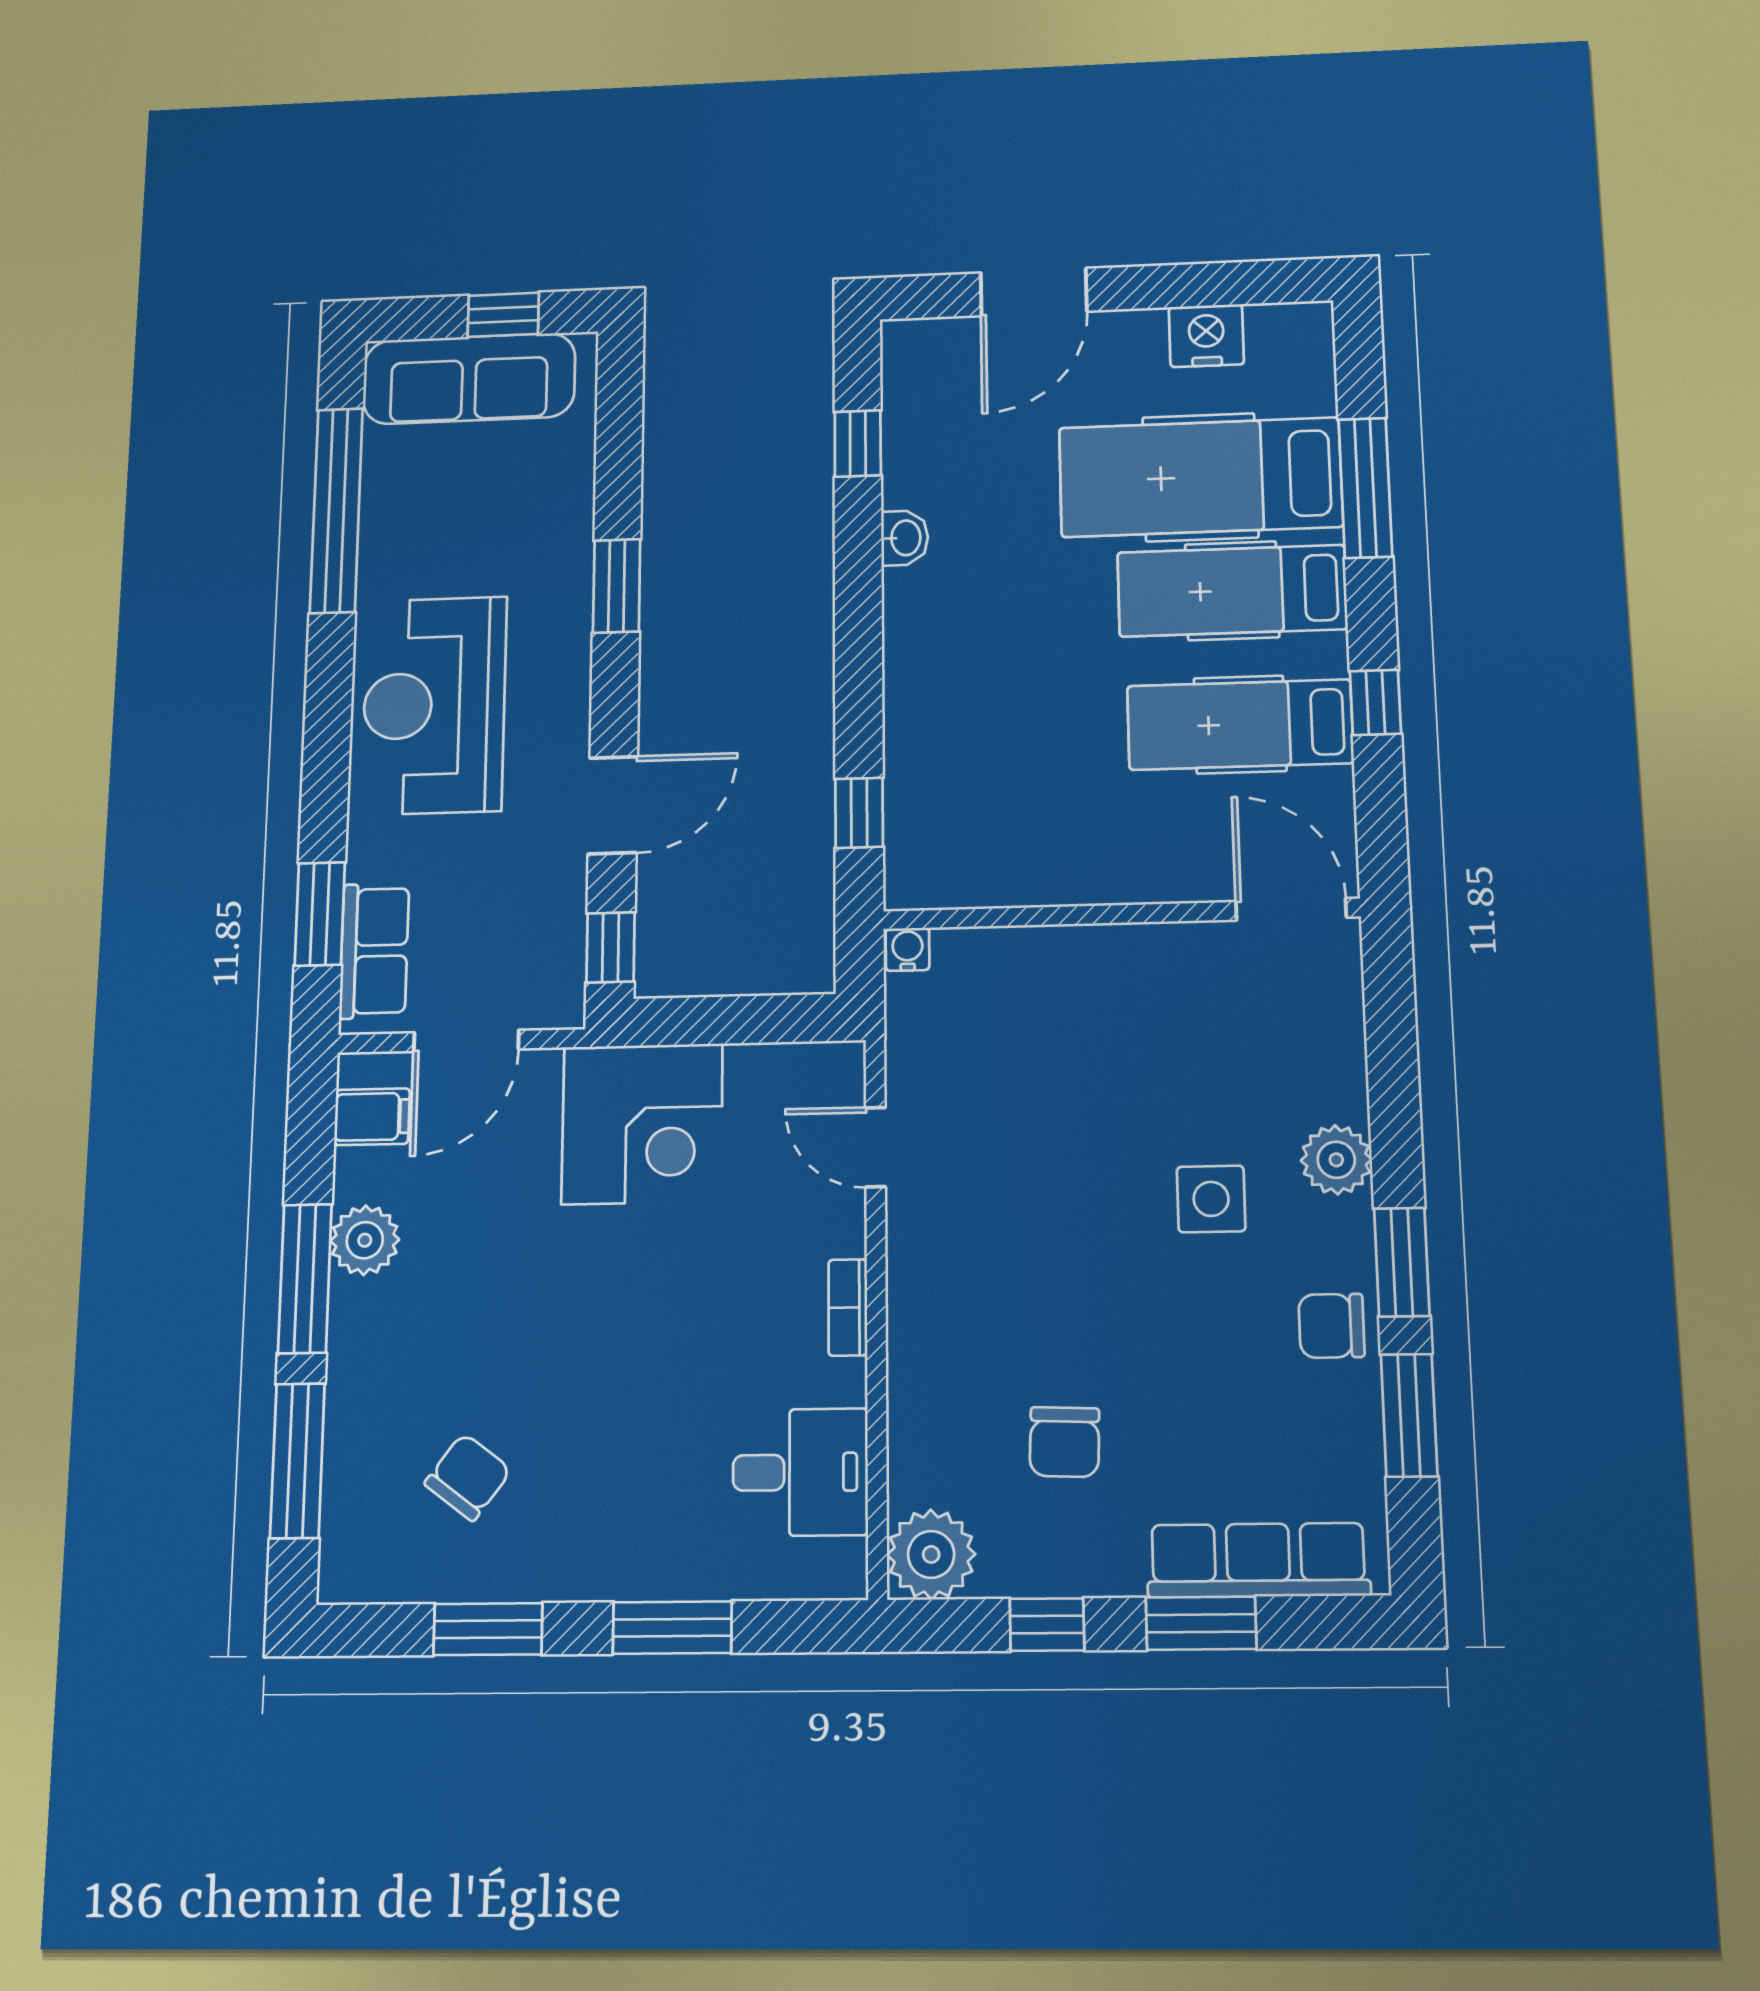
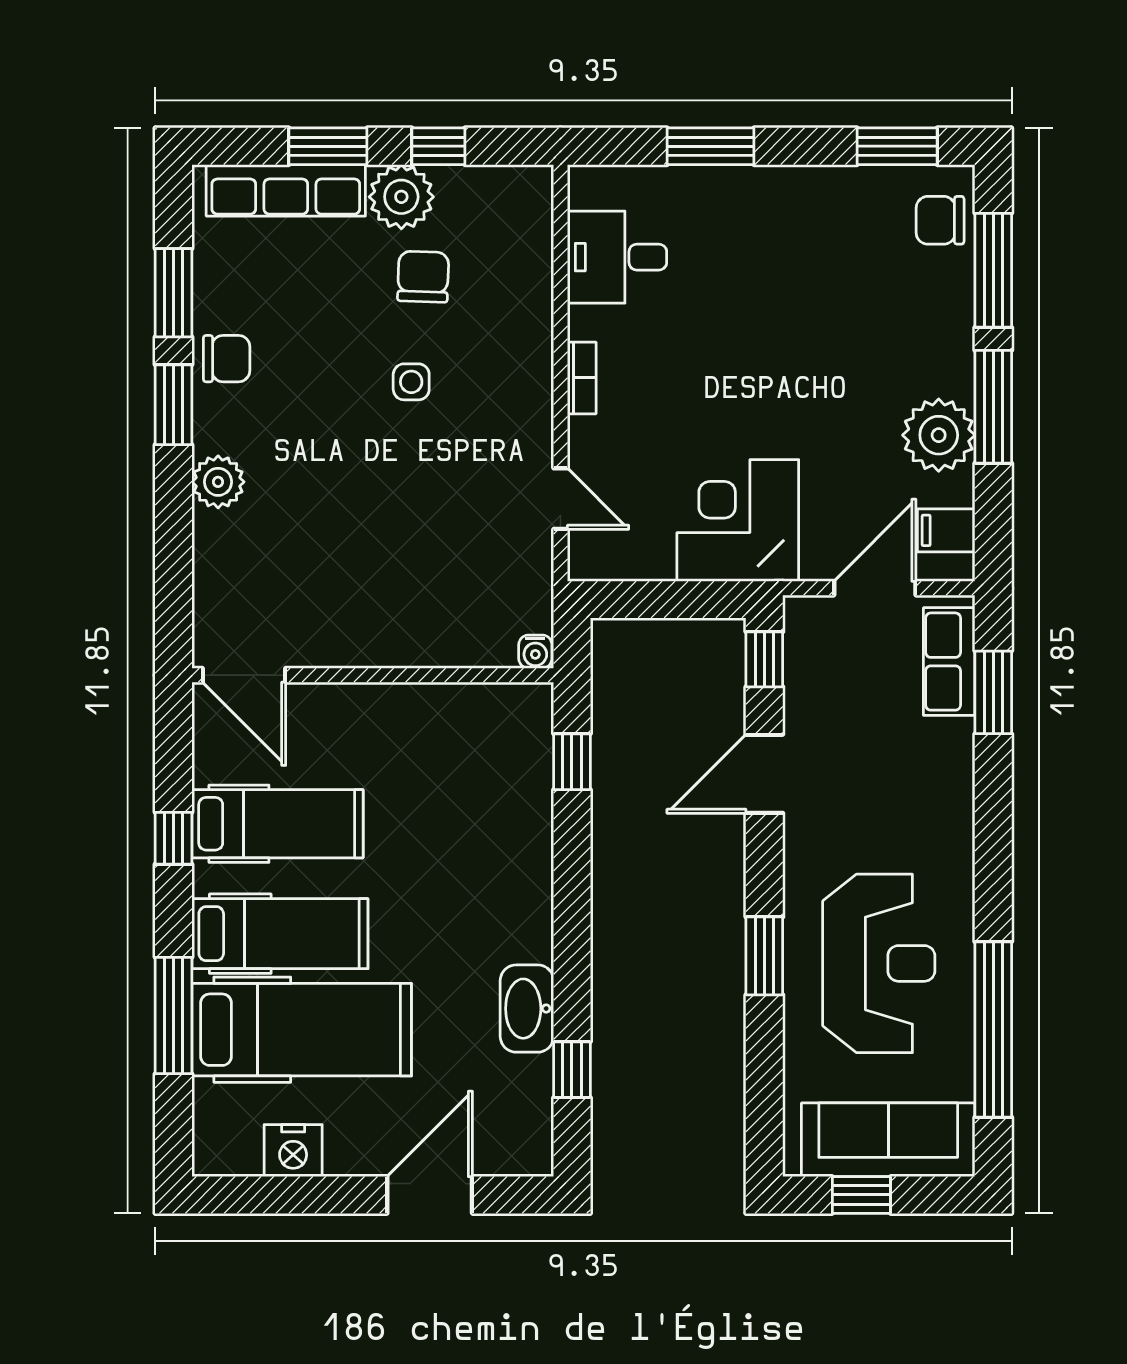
washbasin: (905, 538) -> (527, 1009), width x1.91, depth x1.45
reception desk: (434, 705) -> (879, 963), moved
side table: (1211, 1199) -> (411, 382), moved, width x0.73, depth x0.73
plant: (365, 1240) -> (939, 435), width x1.36, depth x1.36
chair: (468, 1477) -> (940, 220), moved, turned 53
plant: (931, 1554) -> (401, 197), moved
window: (488, 1629) -> (897, 146), moved

